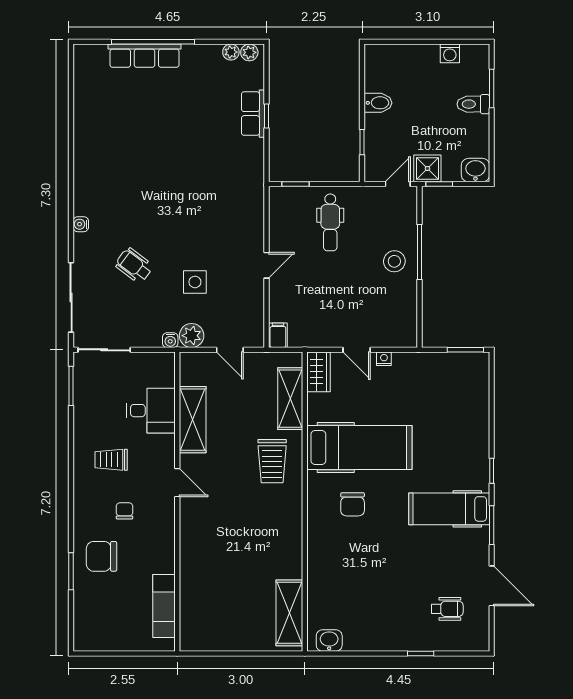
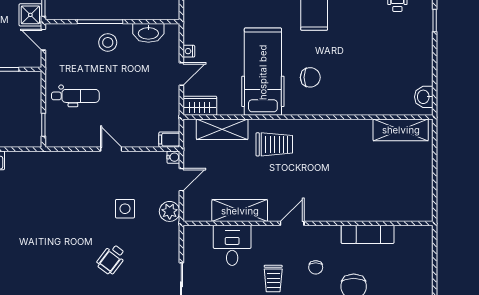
washbasin: (406, 310) -> (148, 33), added
water cooler: (170, 340) -> (173, 157), moved
chair: (124, 511) -> (316, 267), turned -90
exam couch: (164, 606) -> (368, 234), moved

